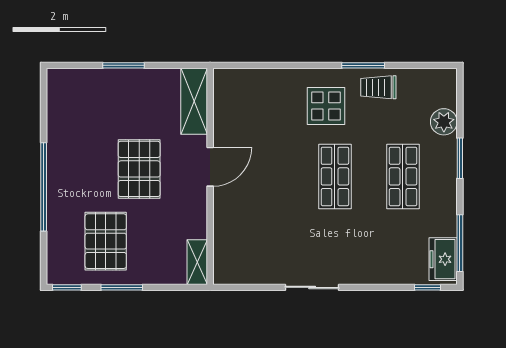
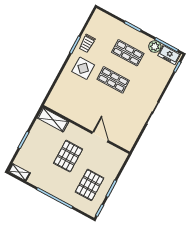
plant: (444, 122) -> (155, 46), moved
door: (210, 167) -> (100, 137), moved
pallet: (139, 169) -> (68, 156), turned 90
pallet: (106, 241) -> (90, 185), turned 90
shelving: (197, 262) -> (19, 172), moved

